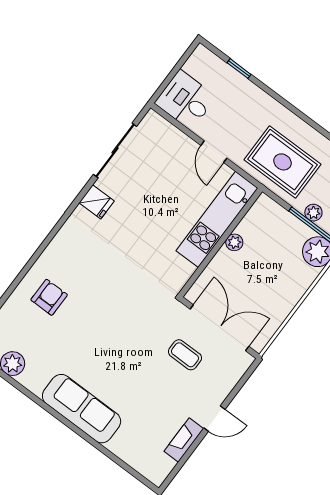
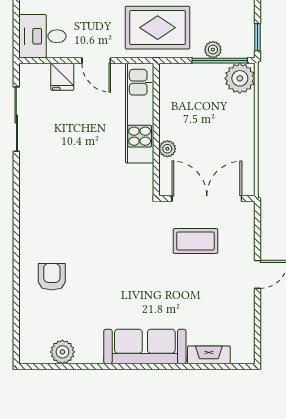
fridge: (97, 202) -> (62, 77), moved, turned 90
plant: (234, 242) -> (167, 149), moved
coffee table: (185, 355) -> (195, 241), width x1.36, depth x1.30
fireplace: (184, 440) -> (209, 355), moved, turned 90

